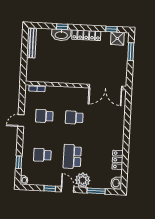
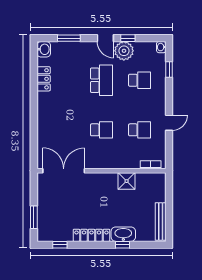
shower: (117, 38) -> (127, 181), moved
plant: (83, 180) -> (124, 51), moved

